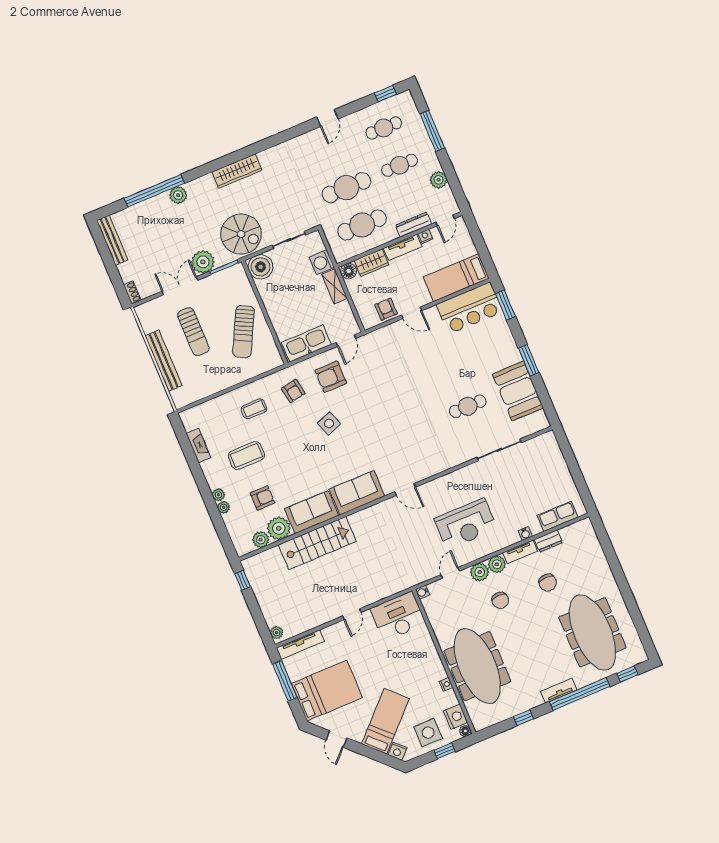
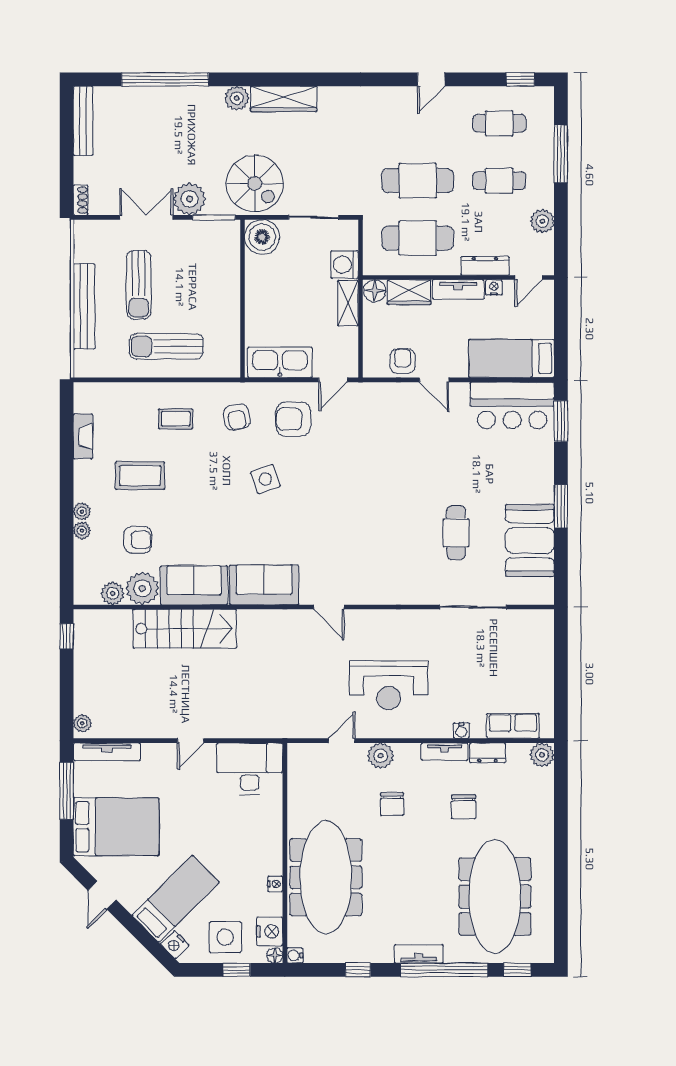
plant: (178, 195) -> (237, 98), moved
sun lounger: (243, 332) -> (166, 346), moved, turned 63
cafe table: (468, 406) -> (456, 533), turned 90
plant: (497, 564) -> (542, 755), moved
water cooler: (422, 592) -> (295, 955), moved

